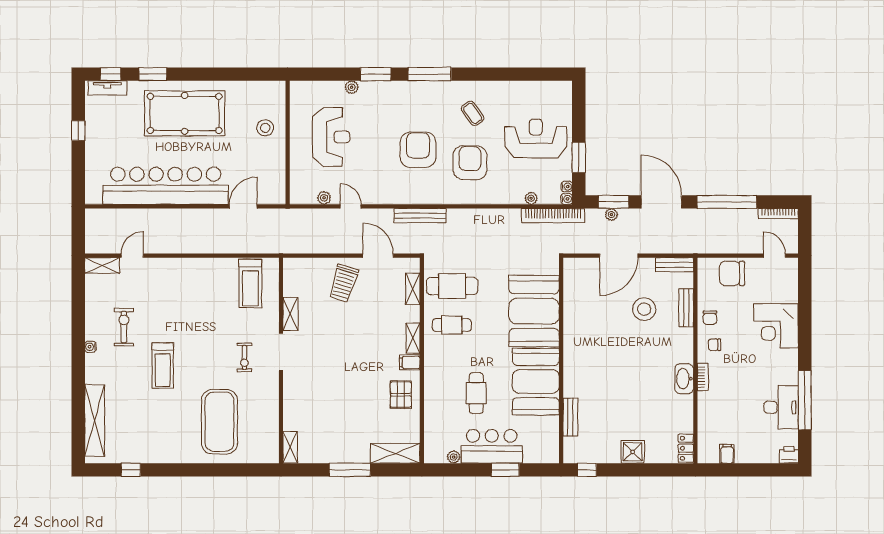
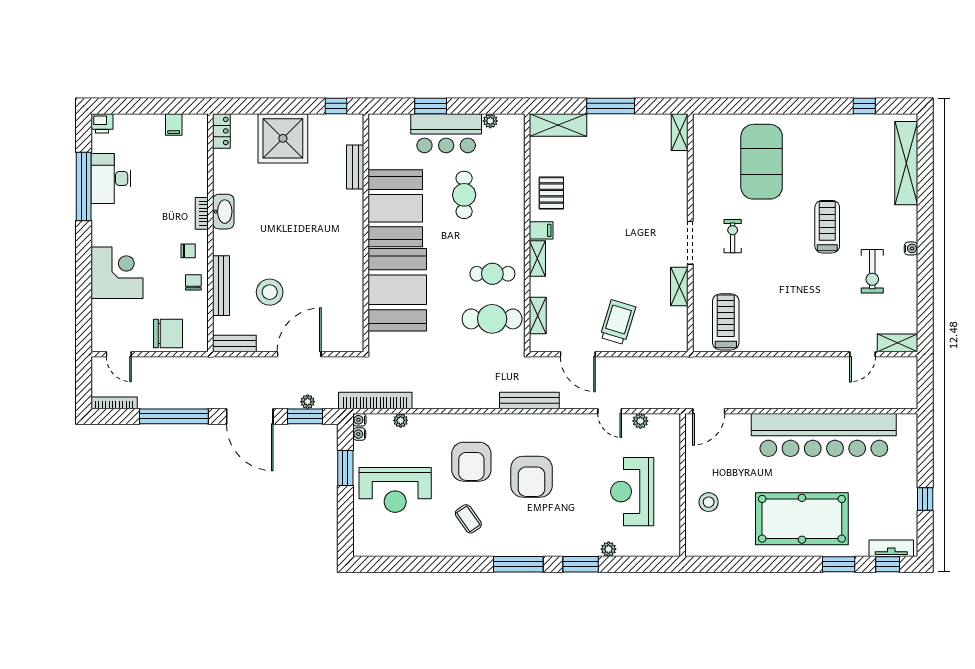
door: (243, 206) -> (709, 411), moved
bench: (686, 308) -> (221, 286), width x1.36
shower: (633, 452) -> (283, 138), width x1.86, depth x1.86

